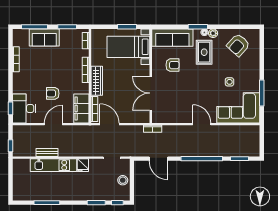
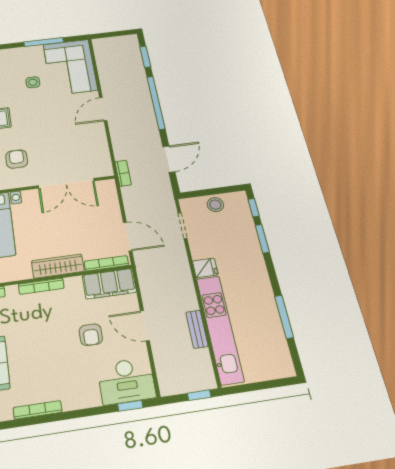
door: (109, 124) -> (128, 237), swing flipped
kitchen unit: (54, 165) -> (220, 329), width x1.36

